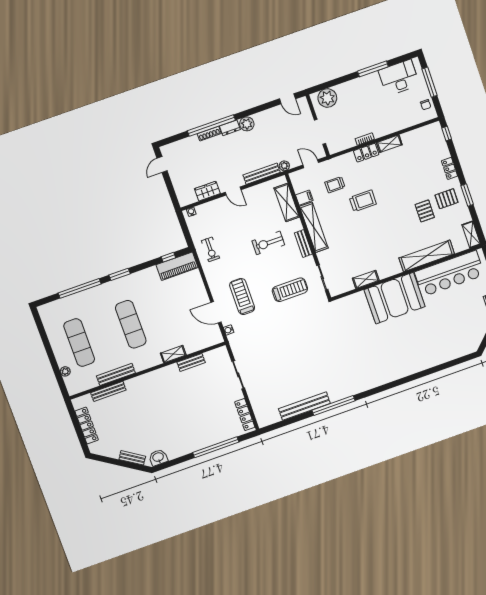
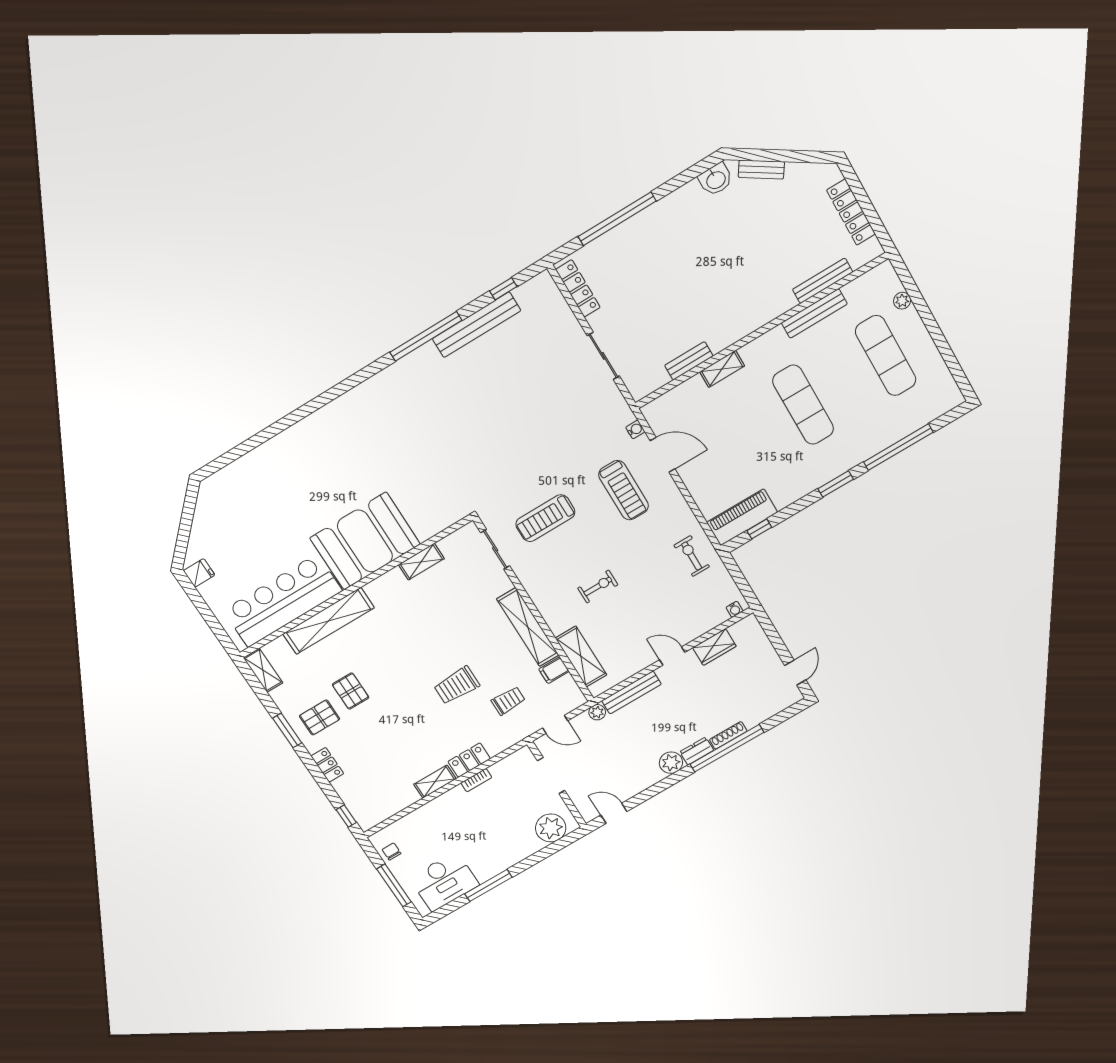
exercise bike: (268, 243) -> (598, 586), width x0.73, depth x0.72
bench: (303, 243) -> (539, 598), removed
window: (286, 423) -> (503, 289), added

